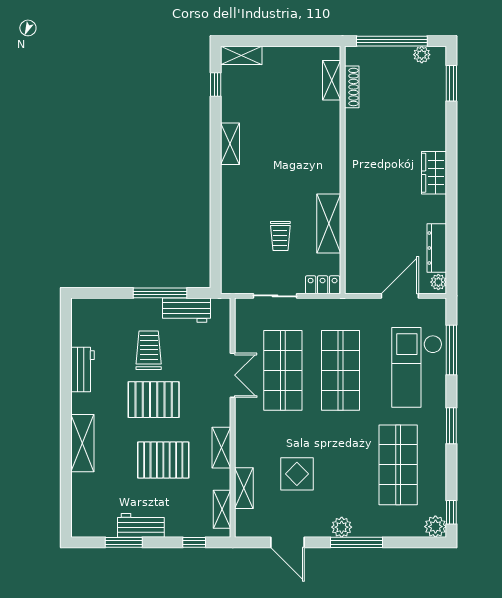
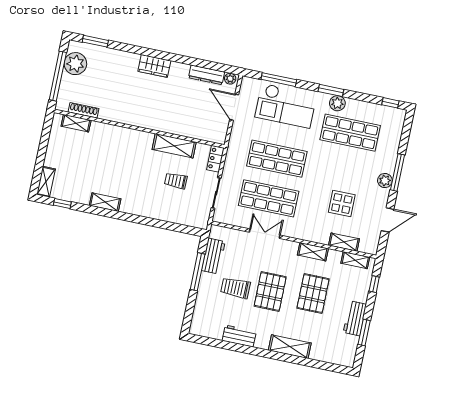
plant: (422, 55) -> (75, 64), width x1.87, depth x1.87
trolley: (280, 236) -> (176, 181), turned 180
plant: (435, 527) -> (337, 103), moved

